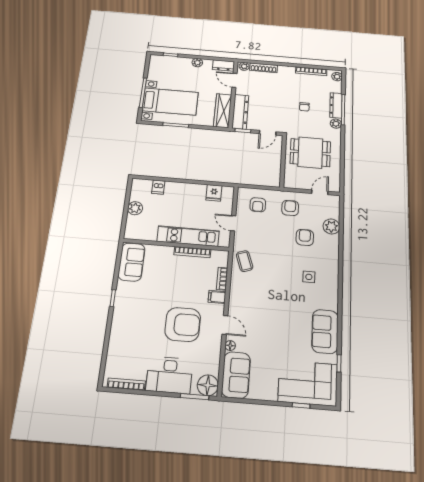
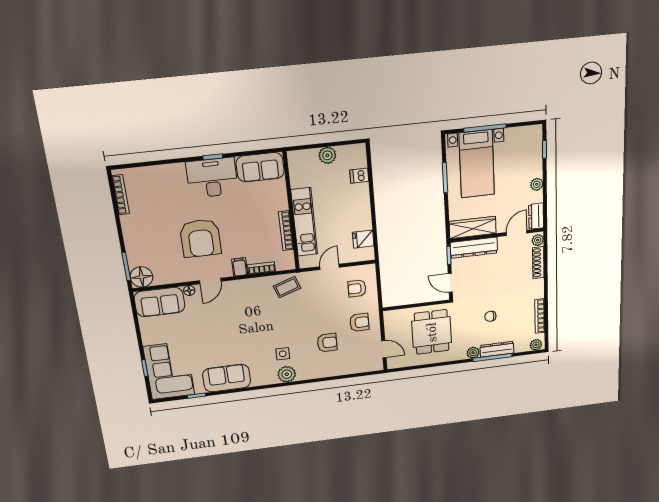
plant: (331, 227) -> (287, 374), moved
desk: (169, 375) -> (212, 178), moved, turned 90

